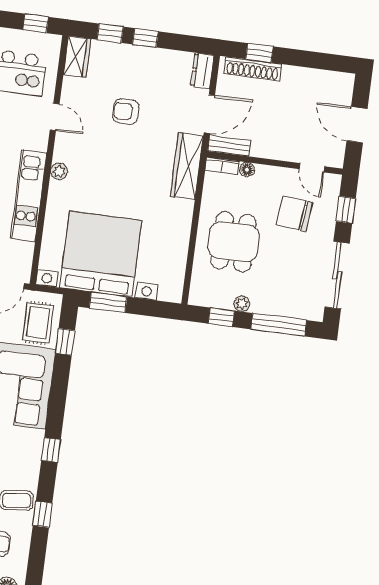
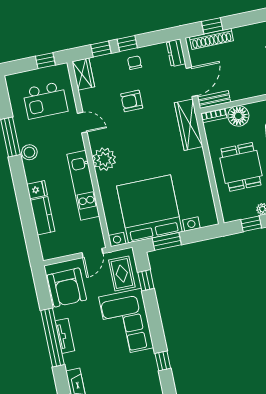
chair: (146, 65) -> (135, 63), added
floor lamp: (247, 170) -> (238, 116), width x1.89, depth x1.89
plant: (59, 171) -> (104, 159), width x1.87, depth x1.87

